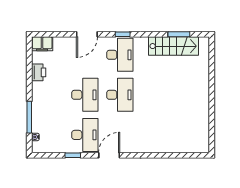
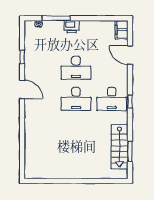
door: (87, 34) -> (130, 55), moved
printer: (39, 72) -> (72, 27), moved
desk: (85, 135) -> (40, 68), removed

